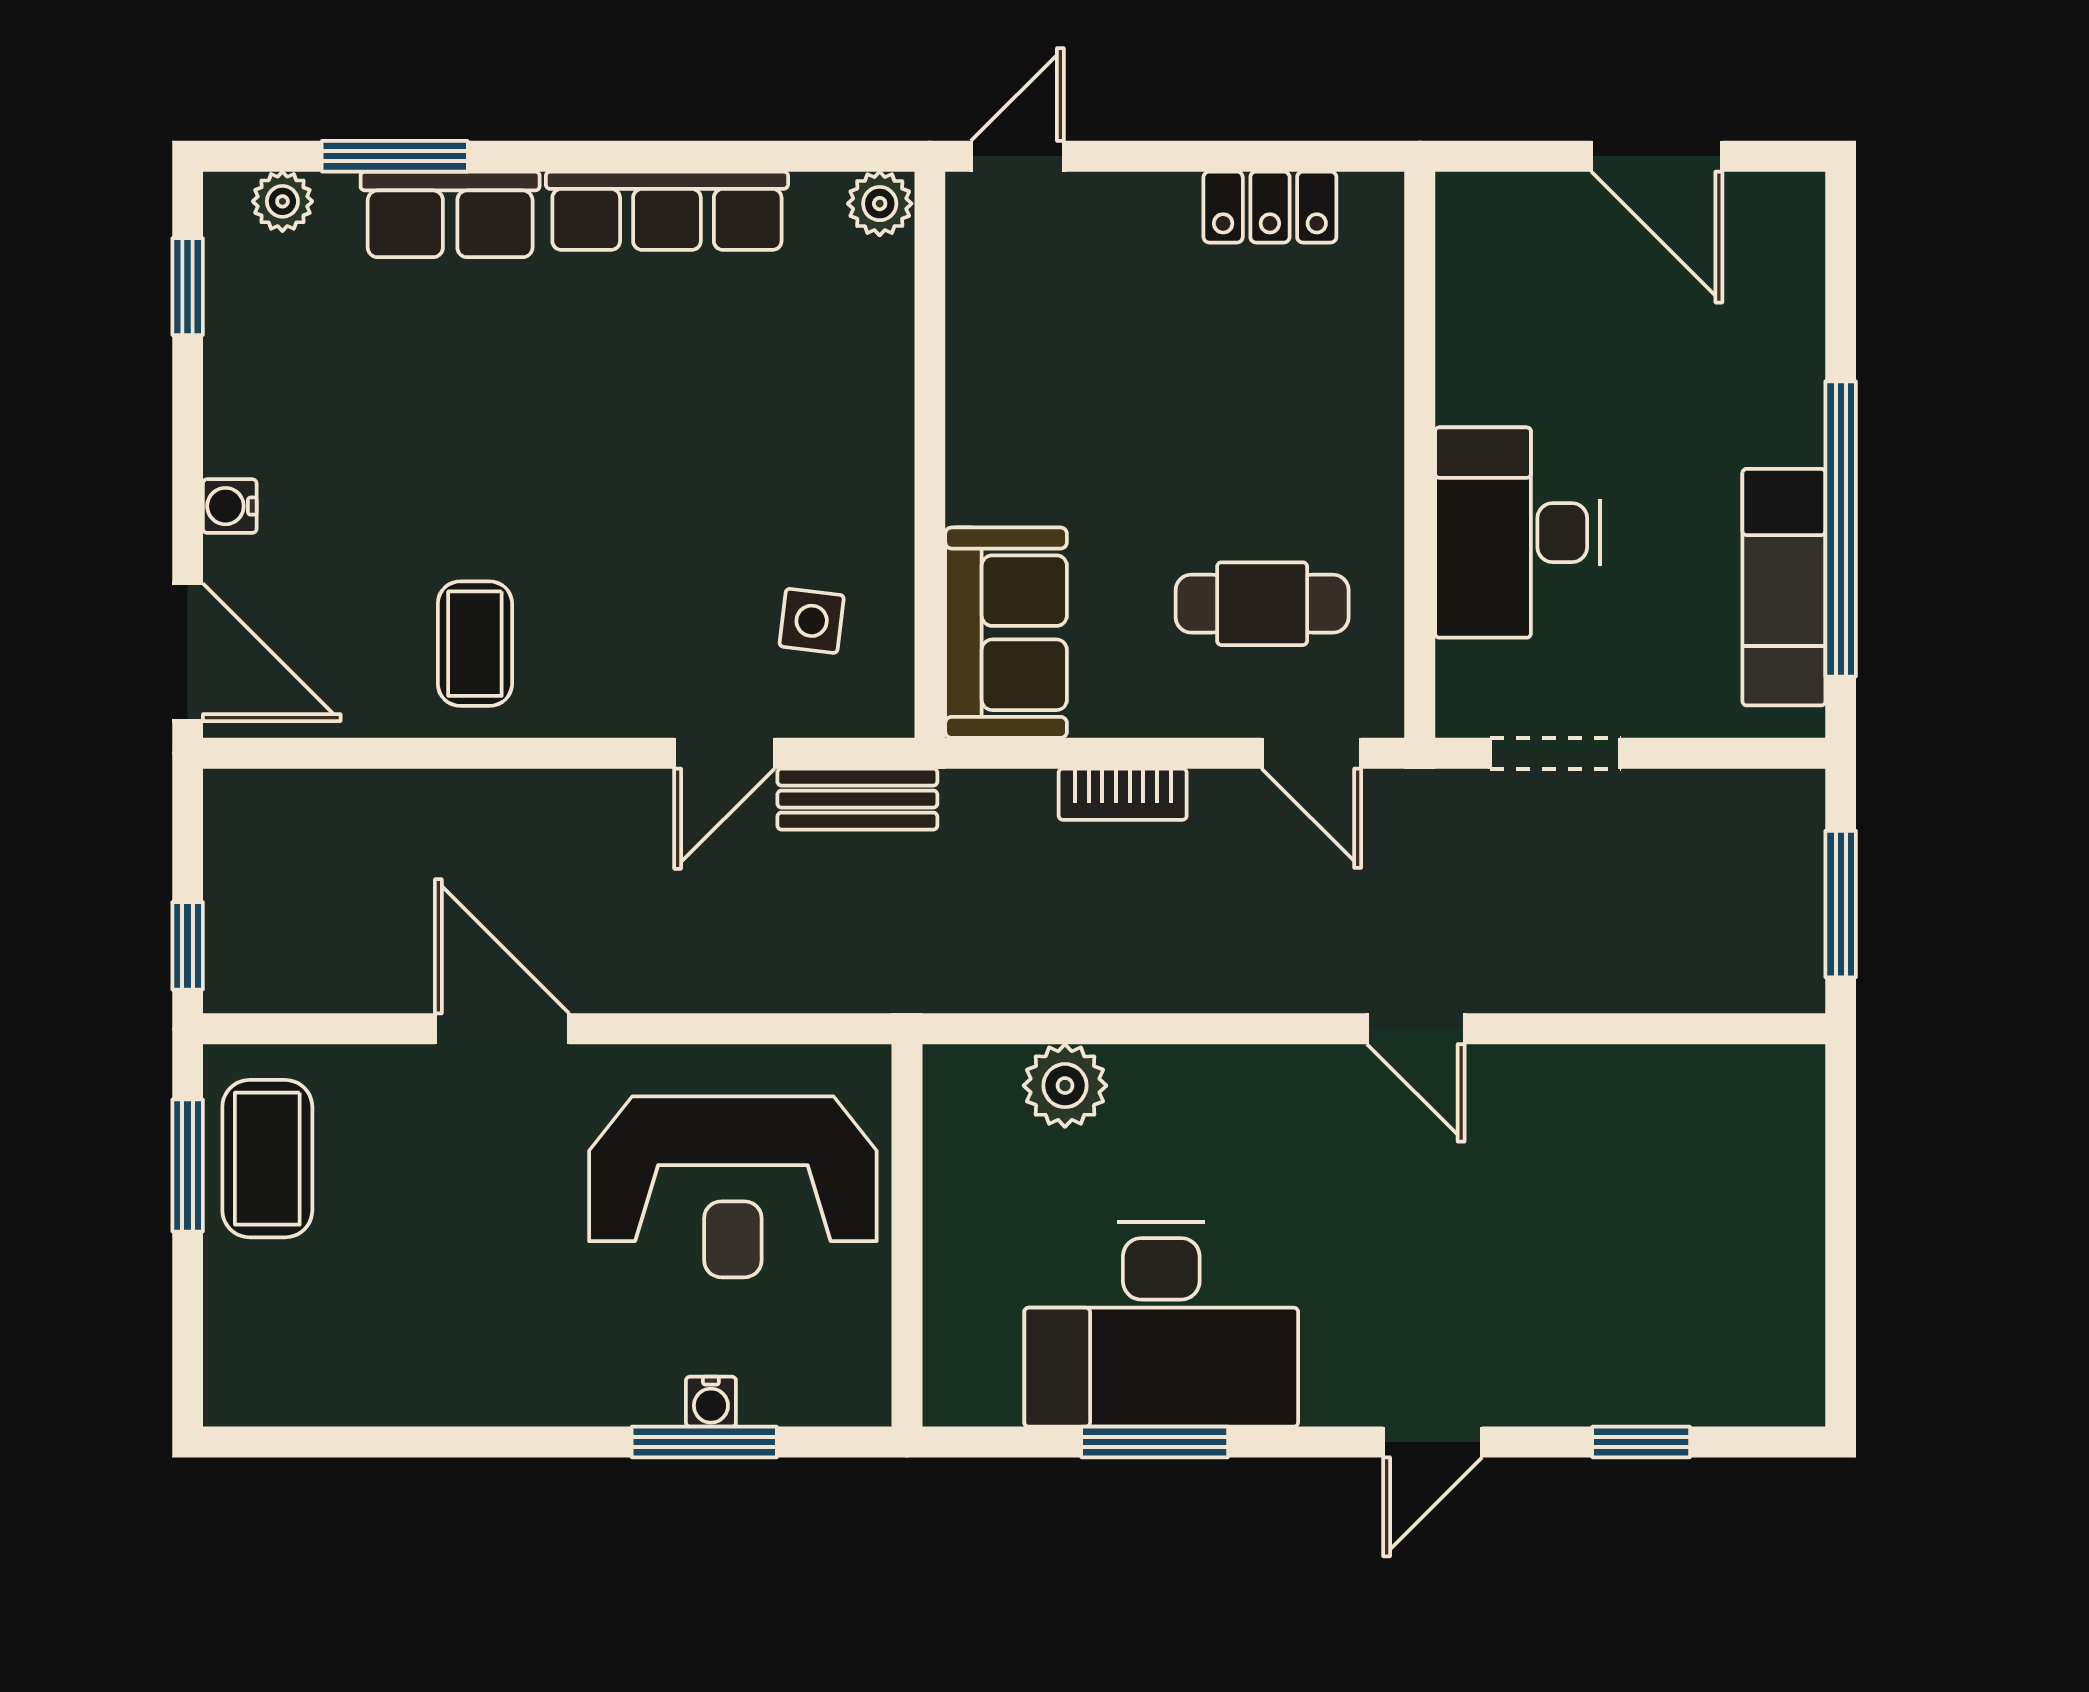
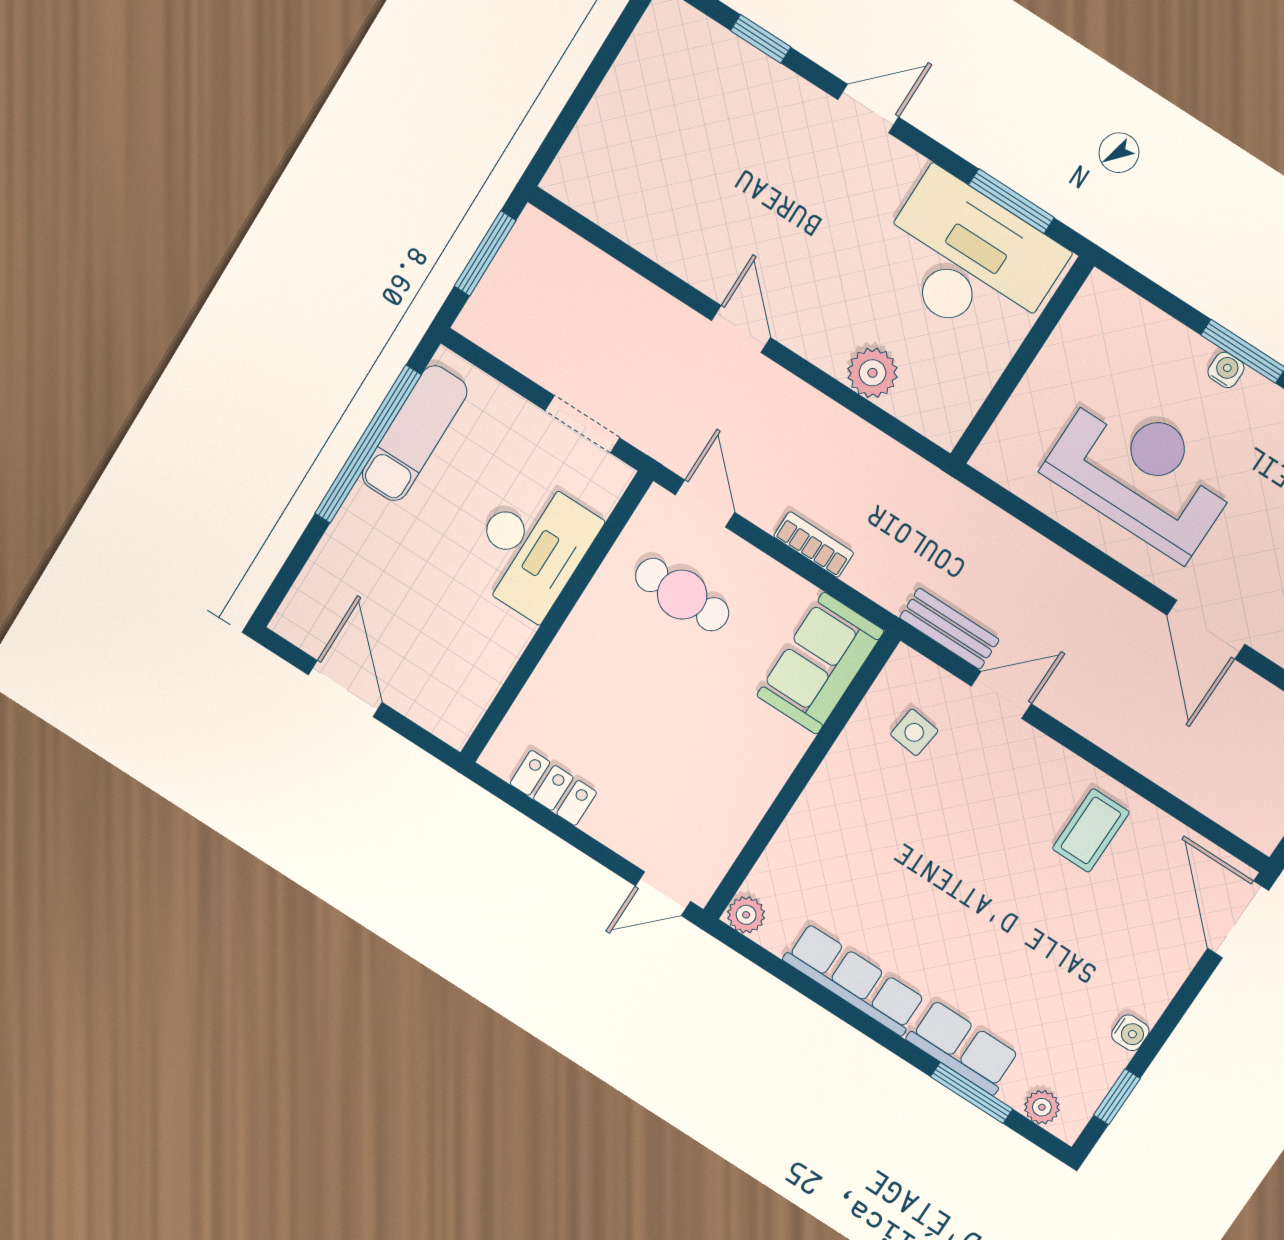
water cooler: (230, 506) -> (1130, 1033), moved
plant: (1065, 1086) -> (872, 373), moved
wall: (907, 1235) -> (1022, 360), moved

